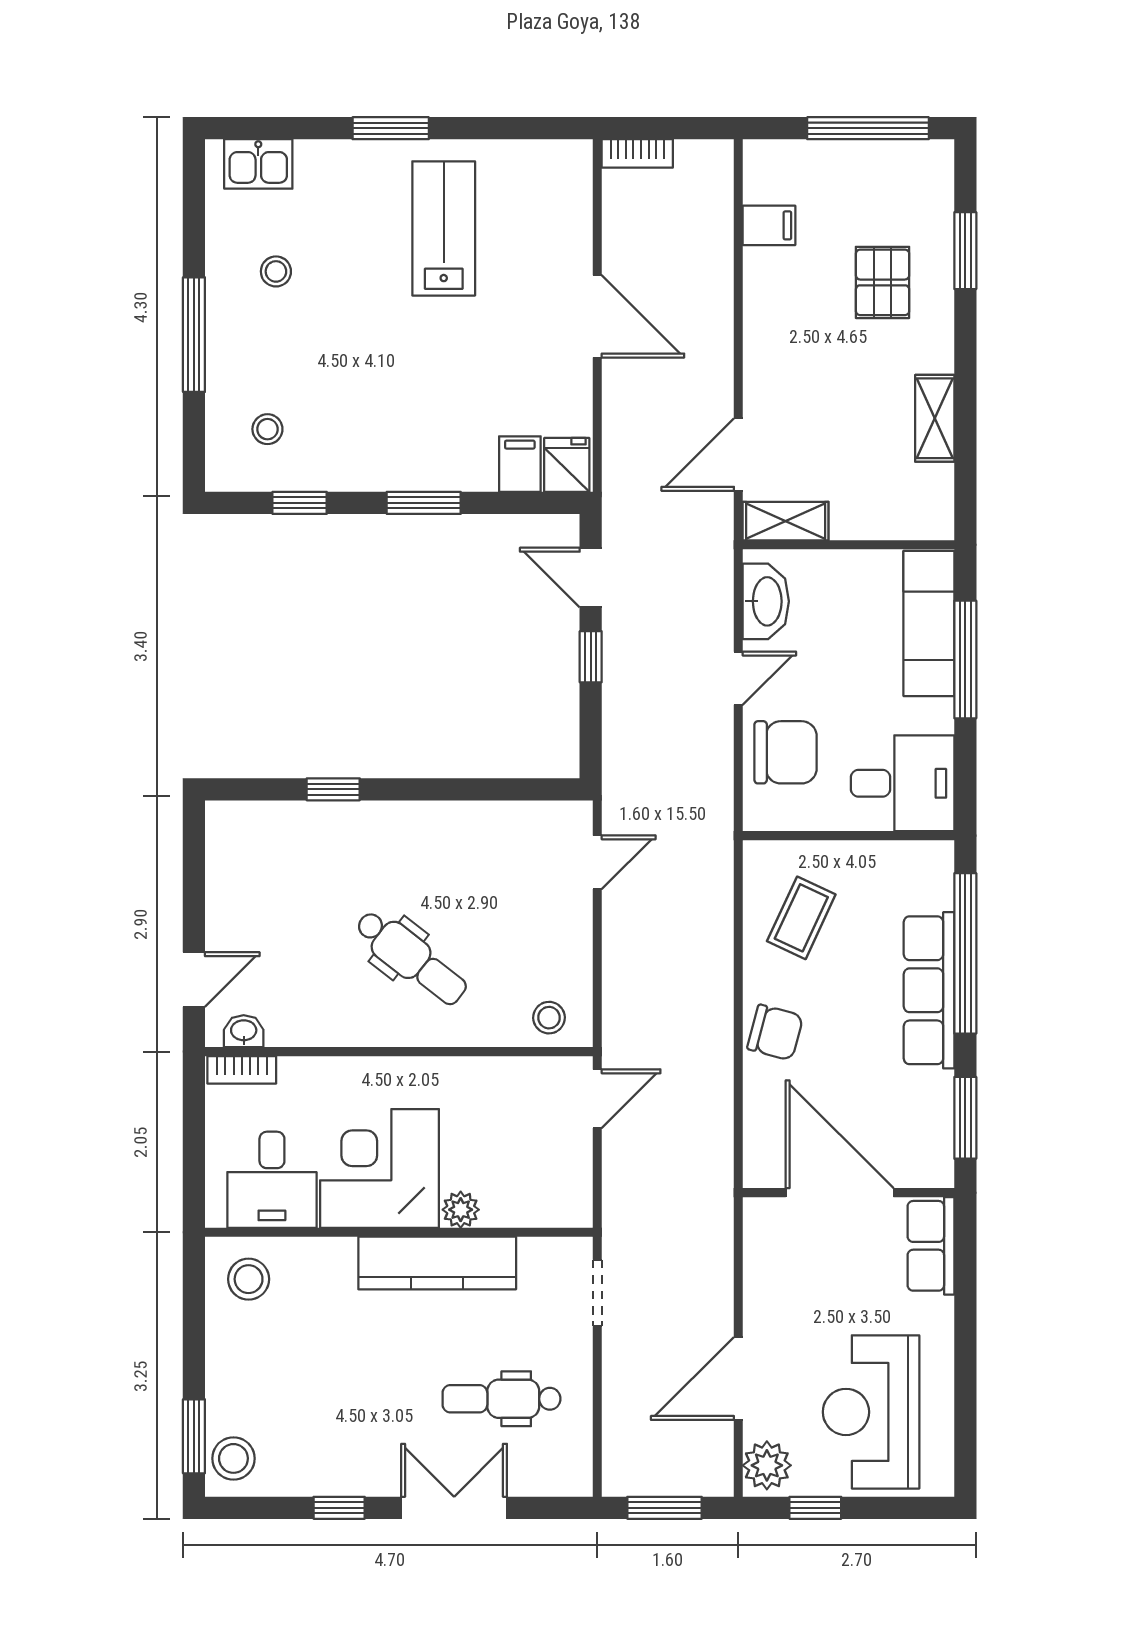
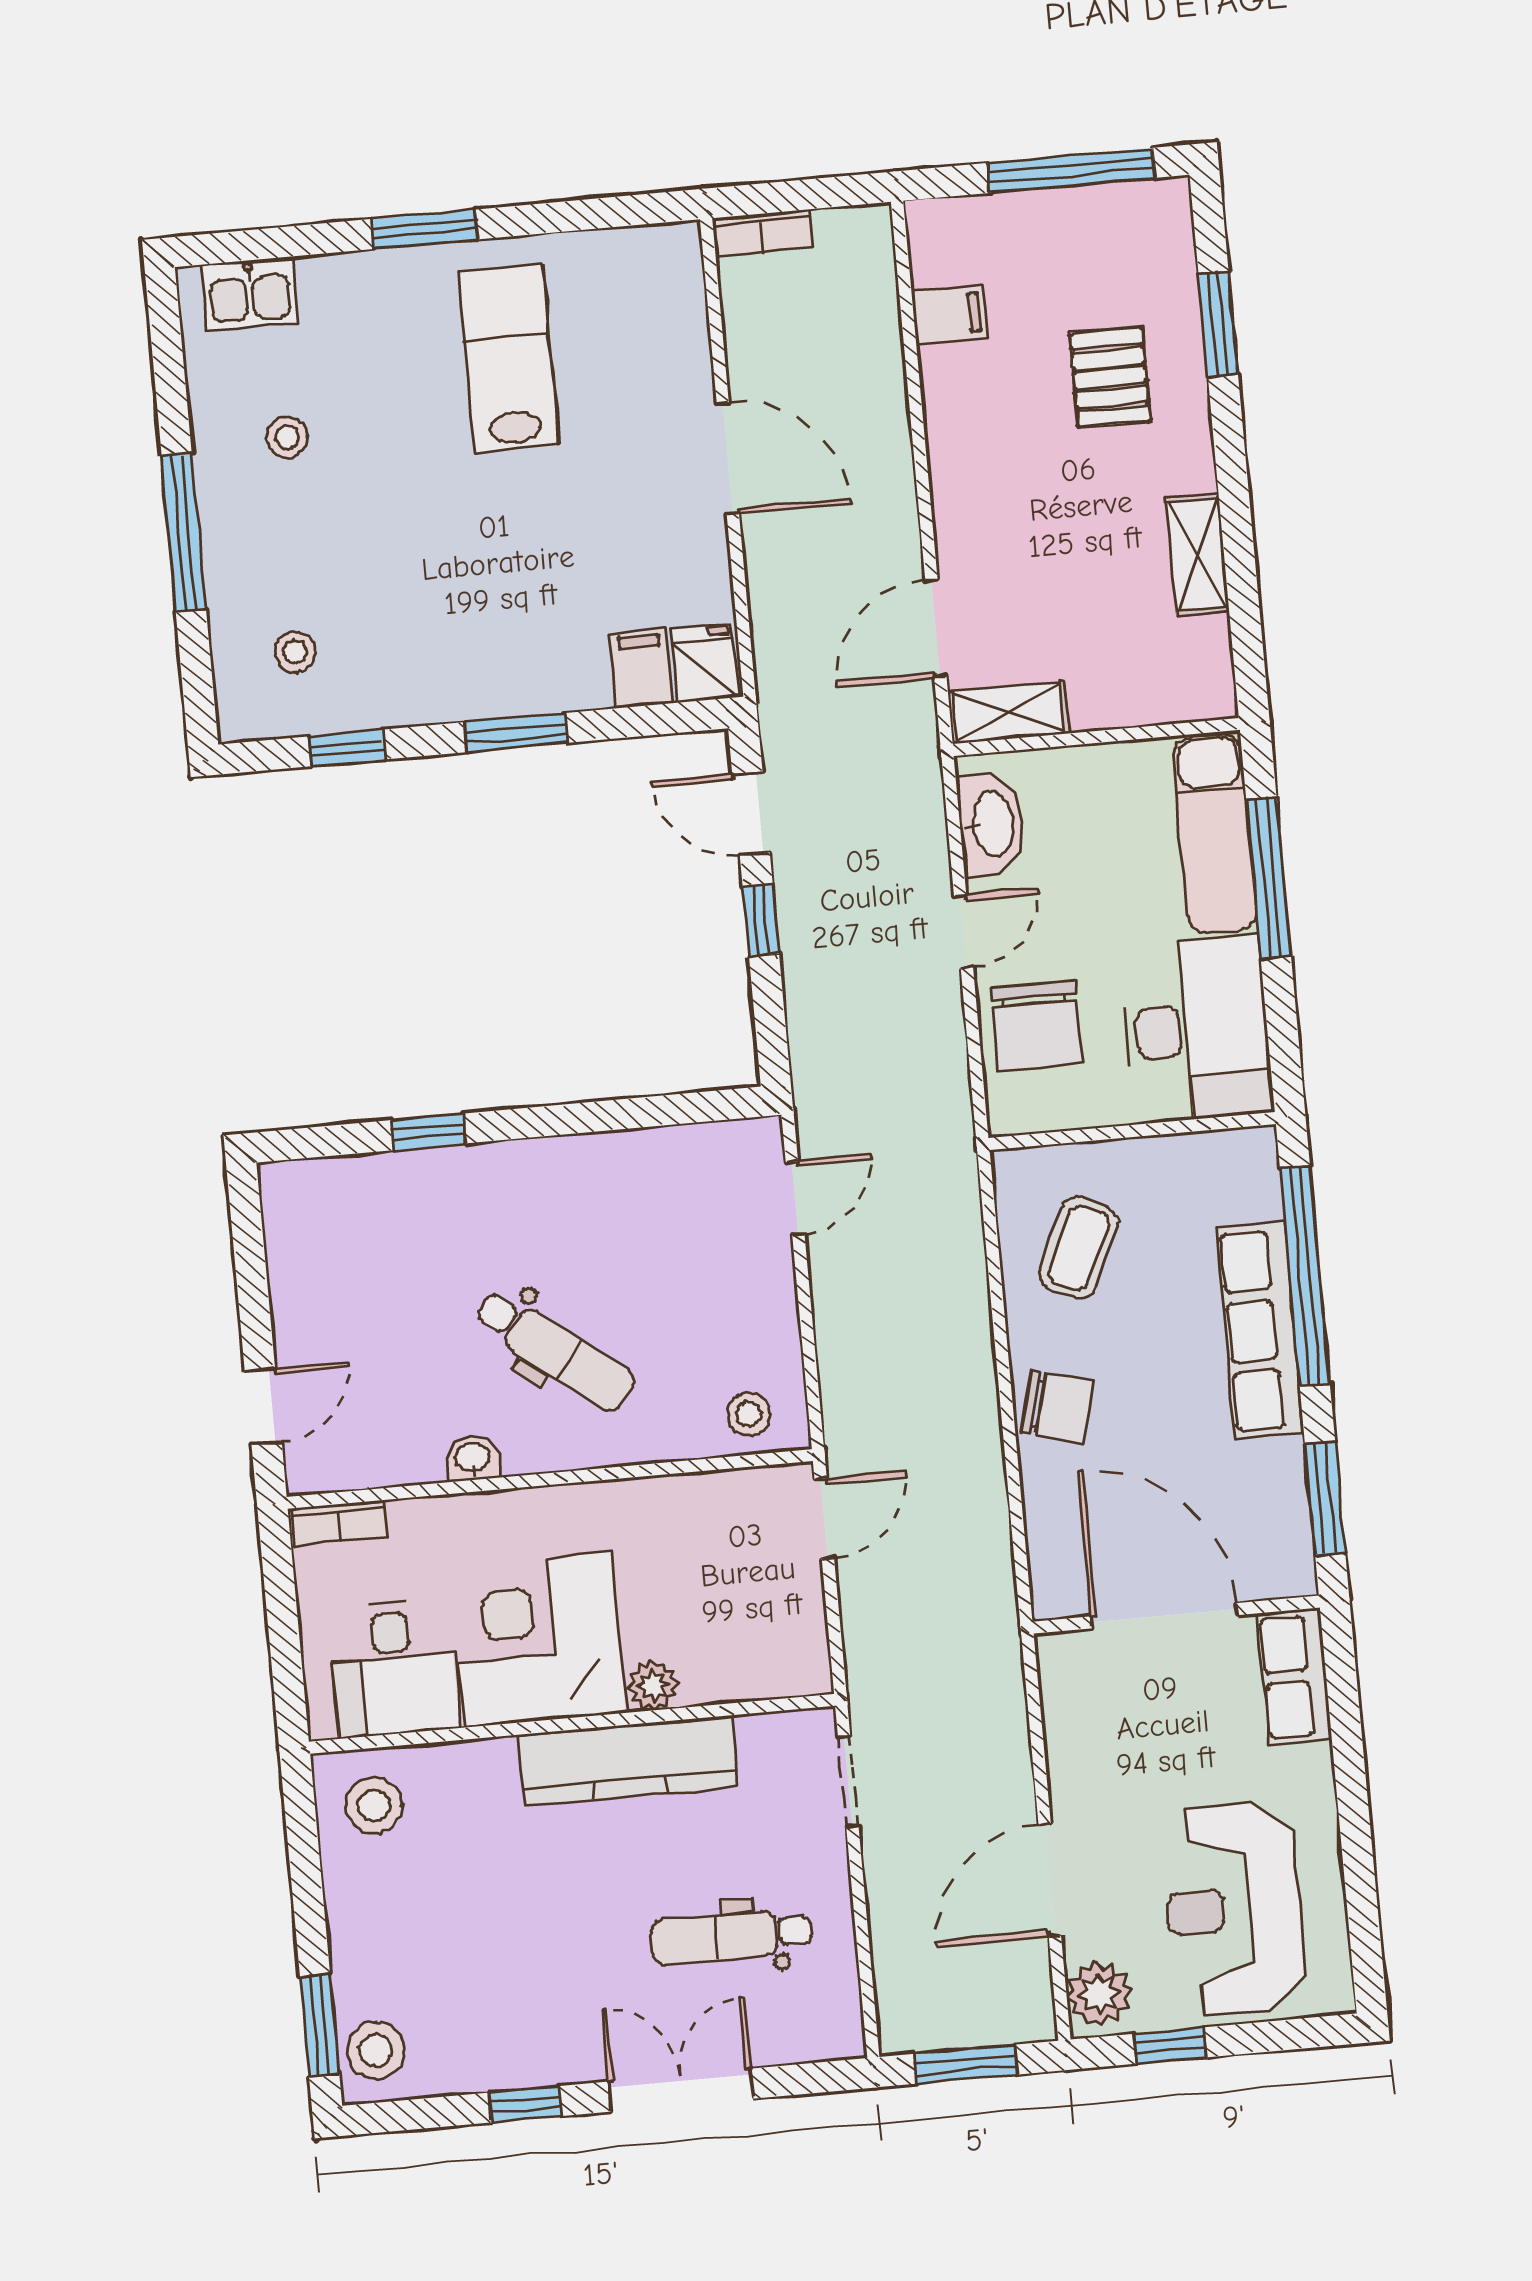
chair: (786, 752) -> (1037, 1026), turned 90
desk: (903, 783) -> (1197, 1029), width x1.37
washbasin: (244, 1031) -> (473, 1458), moved

